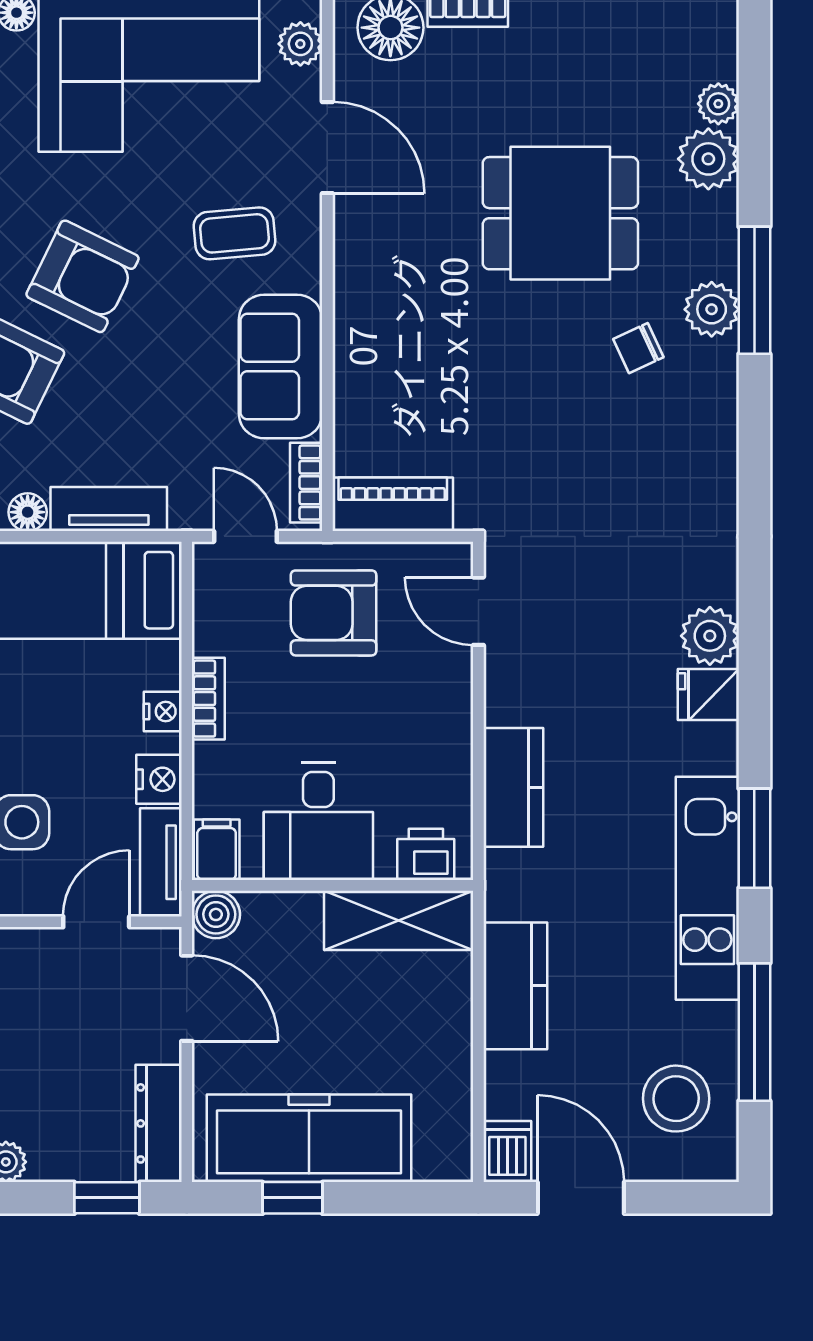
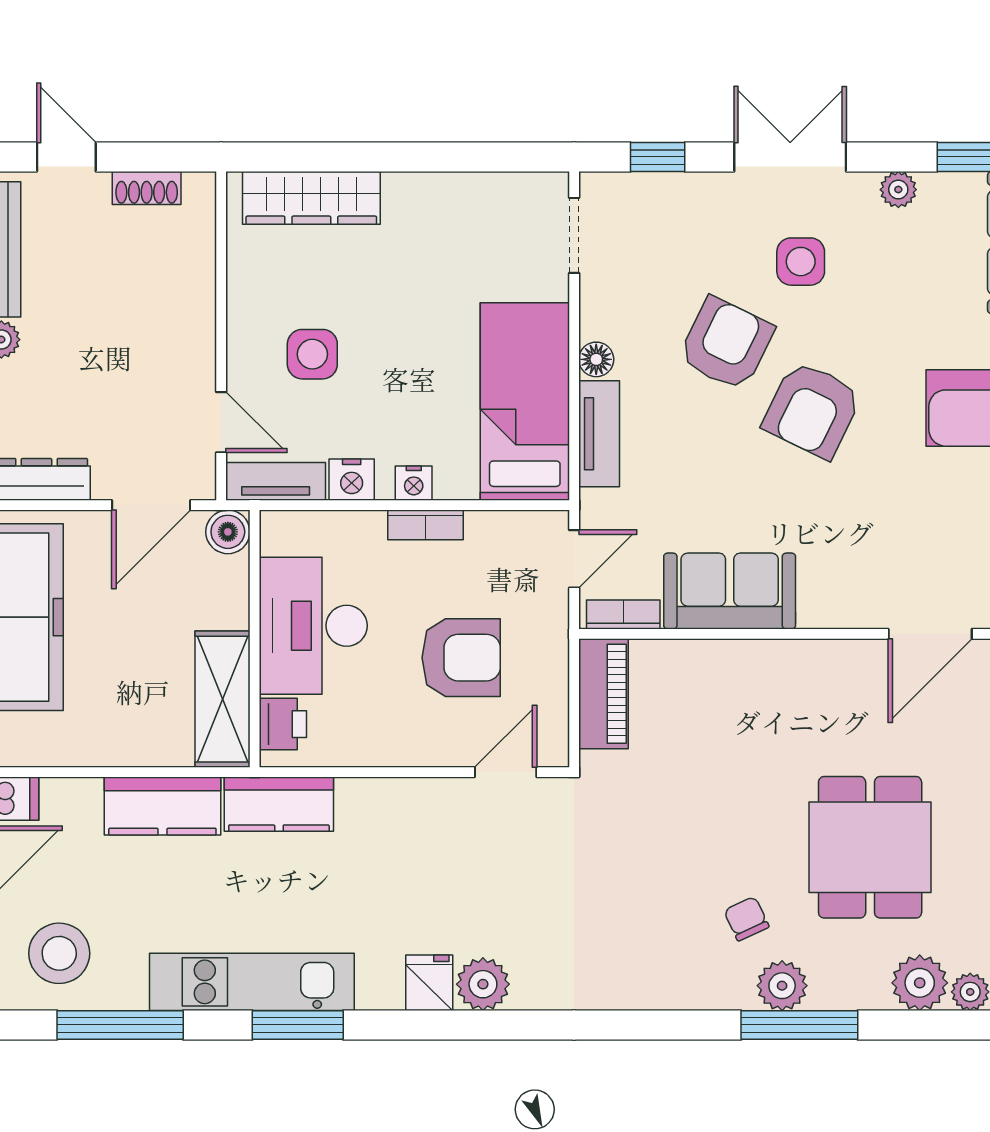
coffee table: (235, 233) -> (852, 549), removed
armchair: (334, 613) -> (461, 658), moved, turned 90
kitchen counter: (513, 787) -> (279, 804), moved
desk: (318, 821) -> (313, 626), width x1.37
filing cabinet: (217, 850) -> (287, 532), removed

